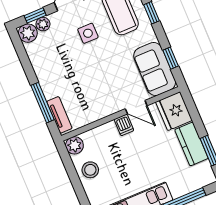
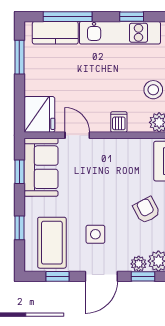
armchair: (55, 70) -> (147, 210), added
dishwasher: (124, 125) -> (119, 122), moved
kitchen counter: (191, 144) -> (55, 33), moved, turned 90

